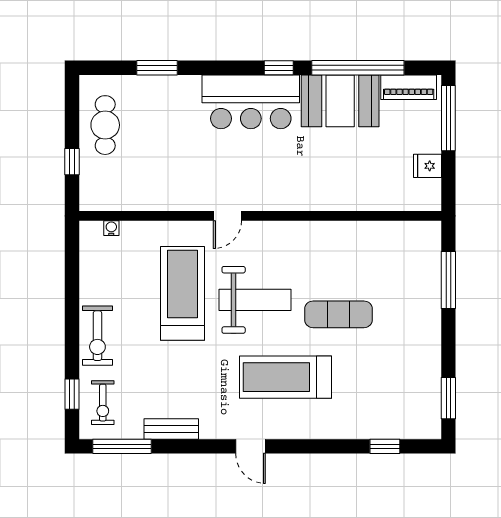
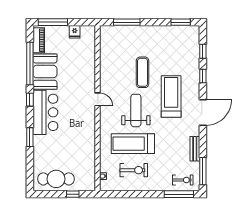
window: (157, 68) -> (30, 137), moved
cafe table: (105, 125) -> (56, 179), width x1.37, depth x1.35
door: (227, 216) -> (98, 99), moved
exercise bike: (97, 336) -> (134, 170), moved
treadmill: (286, 377) -> (171, 97), turned 180
window: (72, 394) -> (179, 194), width x2.17
door: (251, 446) -> (203, 112), width x1.88
window: (331, 446) -> (203, 76), added

